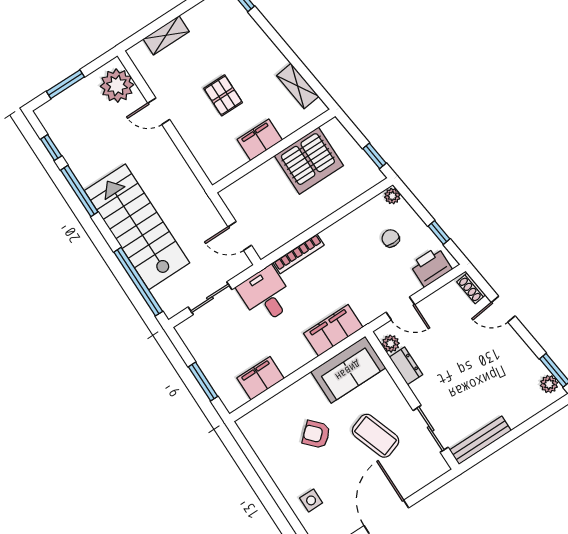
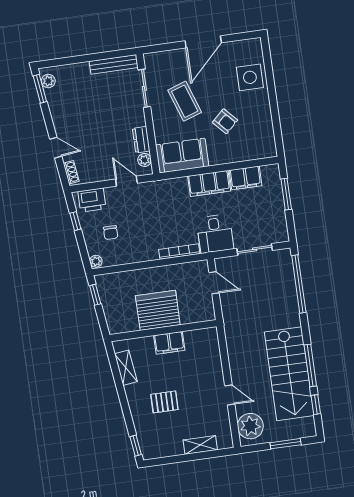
pallet: (223, 95) -> (164, 402), moved, turned 90
server rack: (309, 161) -> (158, 310), moved
stairs: (137, 227) -> (289, 374), moved
filing cabinet: (333, 330) -> (209, 183), moved
side table: (311, 500) -> (250, 77), width x1.87, depth x1.87

